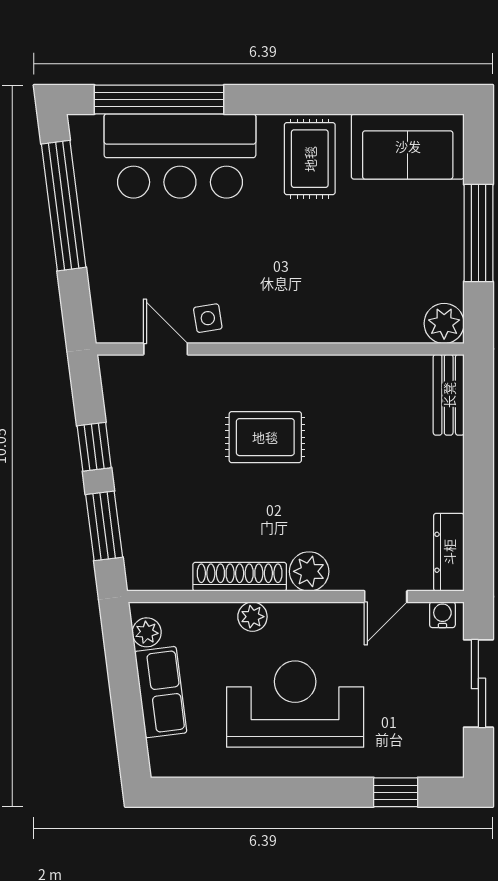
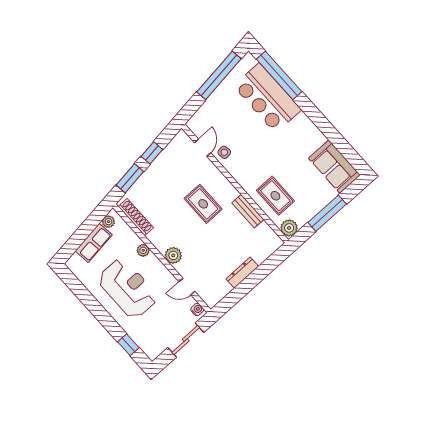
rug: (310, 159) -> (275, 196), moved, turned 90
bench: (449, 395) -> (248, 211), moved, turned 90
dresser: (449, 552) -> (242, 273), moved
shoe rack: (240, 577) -> (136, 217), moved

